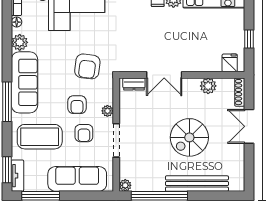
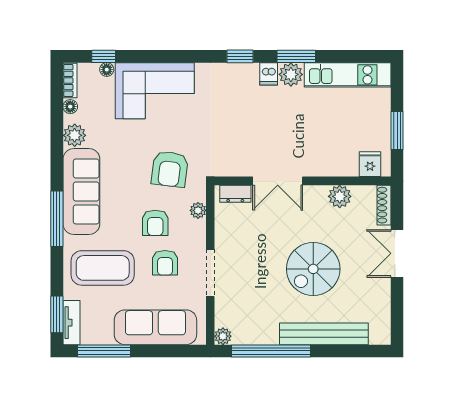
window: (249, 39) -> (397, 130), width x1.50
plant: (107, 111) -> (198, 210), moved

